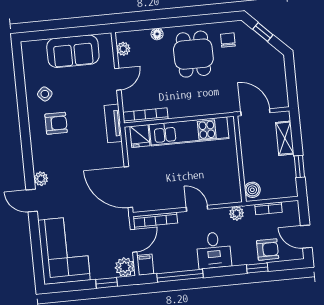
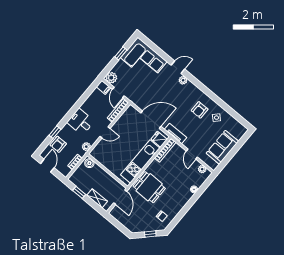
dining table: (193, 54) -> (149, 187), moved
door: (255, 112) -> (120, 197), hinge flipped
door: (128, 187) -> (151, 120), moved
door: (306, 237) -> (47, 166), hinge flipped
window: (180, 276) -> (84, 97), removed
window: (107, 283) -> (121, 53), moved

